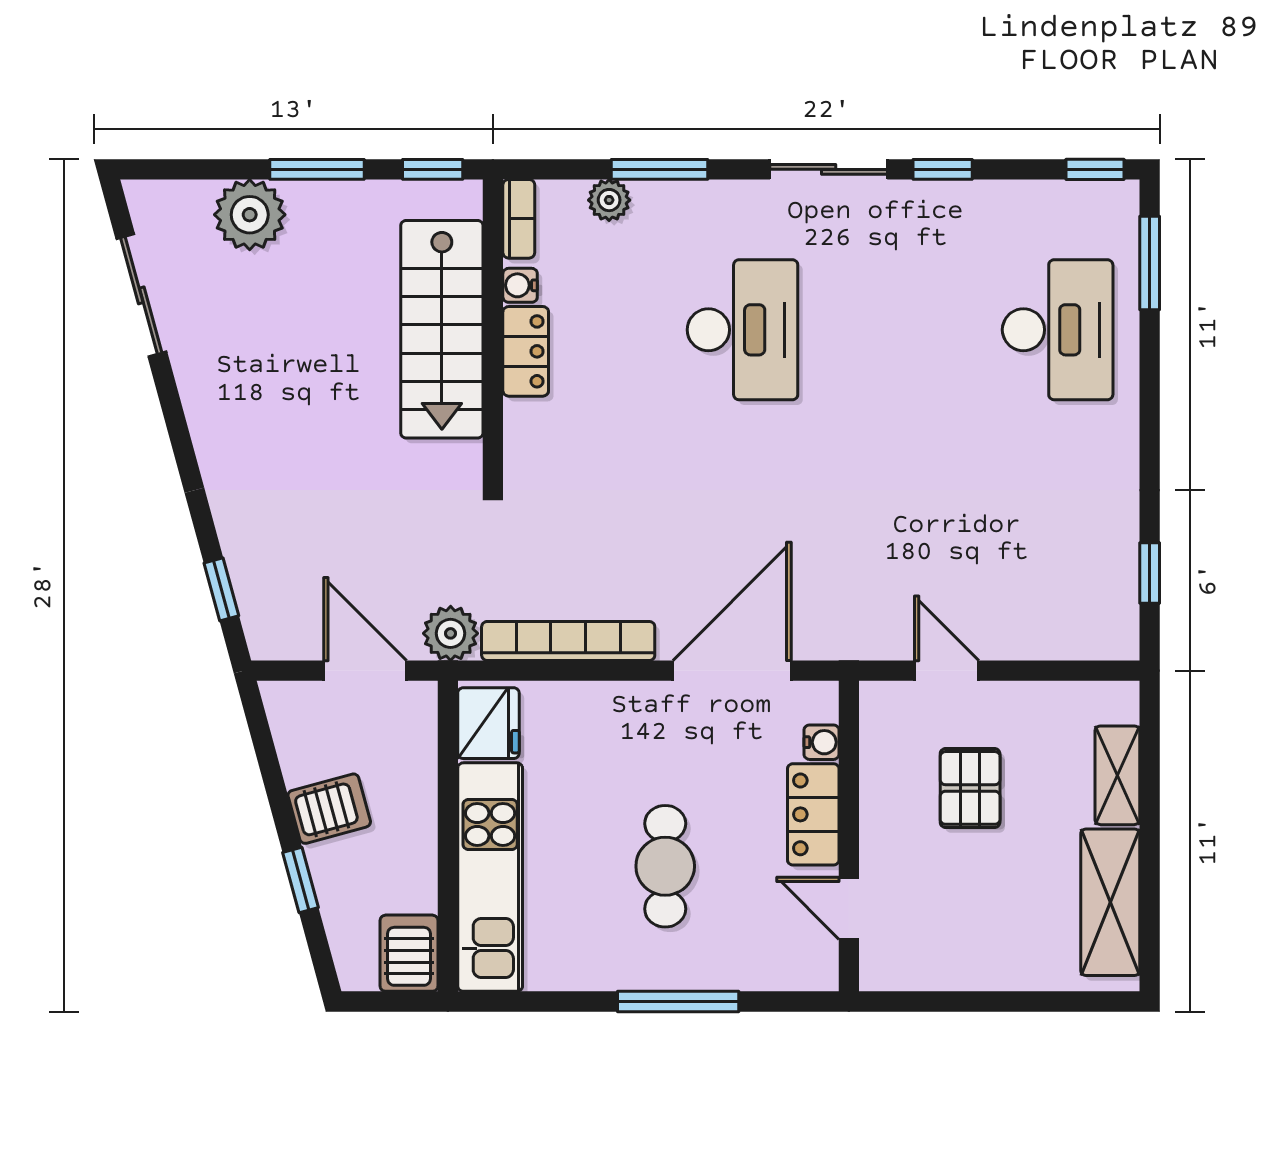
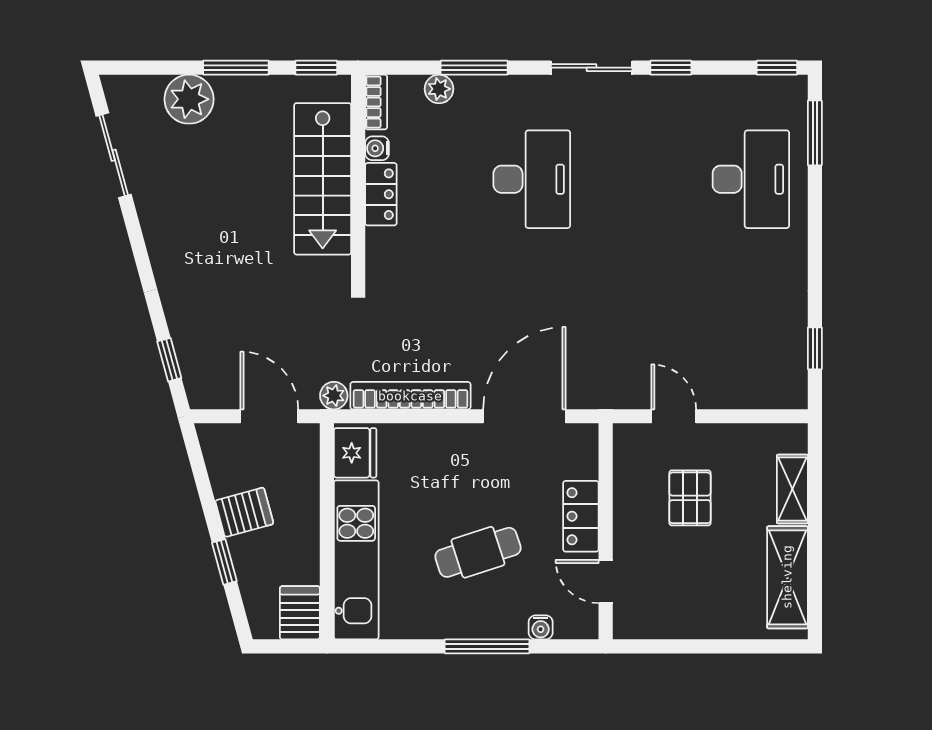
plant: (451, 633) -> (334, 396), width x0.73, depth x0.73
water cooler: (821, 742) -> (541, 627), moved, turned 90
cafe table: (665, 866) -> (478, 552), turned 72

